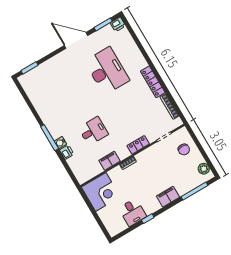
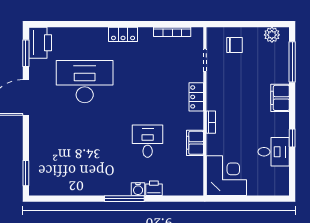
printer: (118, 24) -> (40, 43), width x1.87, depth x1.48
locker: (153, 82) -> (123, 34), width x0.66

